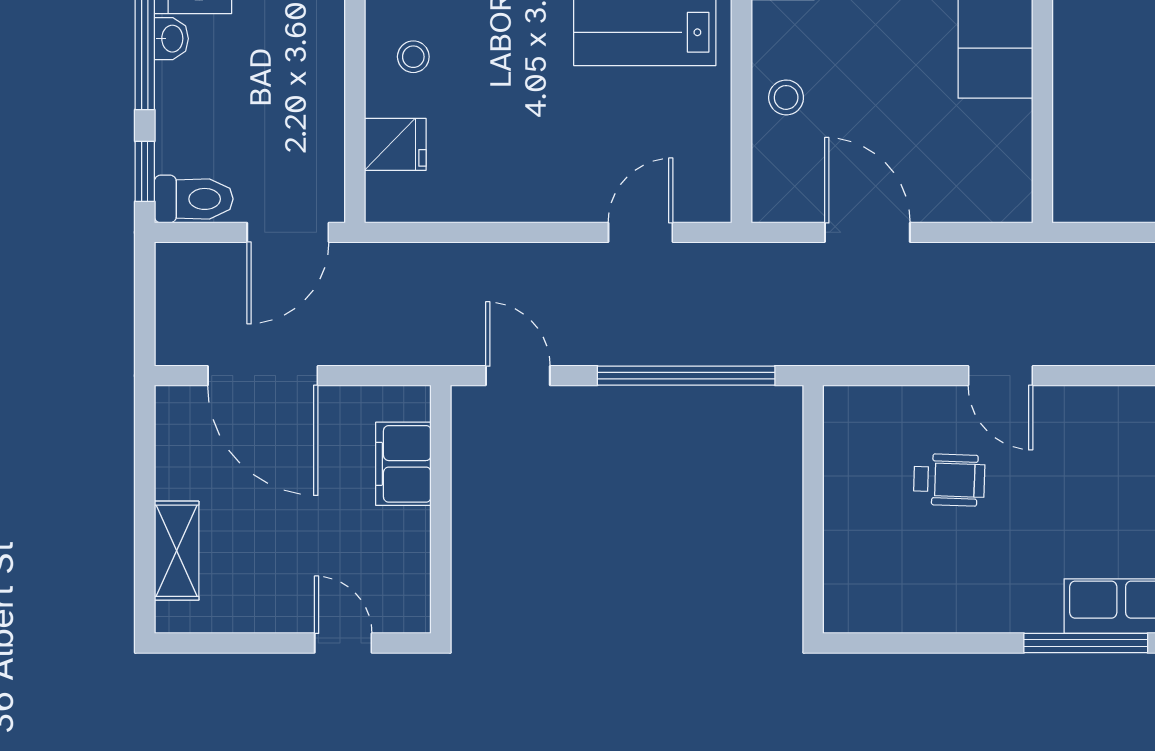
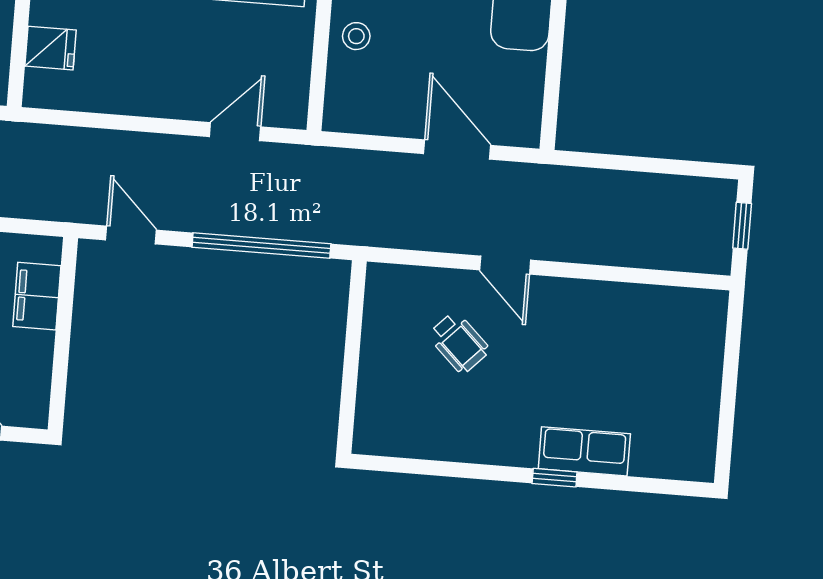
door: (867, 232) -> (457, 149), moved
wheelchair: (949, 480) -> (459, 343), turned 42
window: (1086, 643) -> (555, 478), width x0.46

